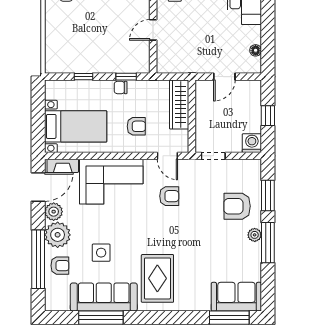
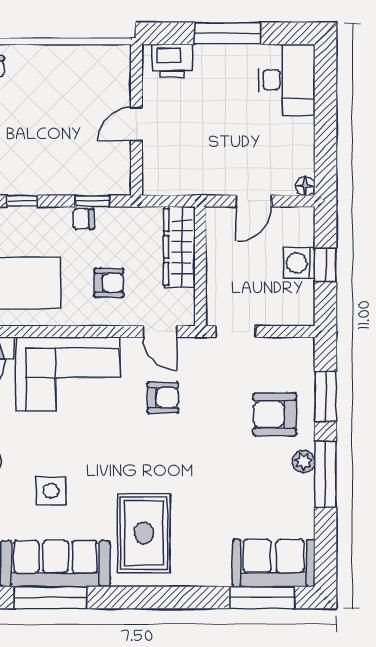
floor lamp: (256, 50) -> (305, 186), moved
washing machine: (252, 143) -> (299, 263), moved, turned -90

